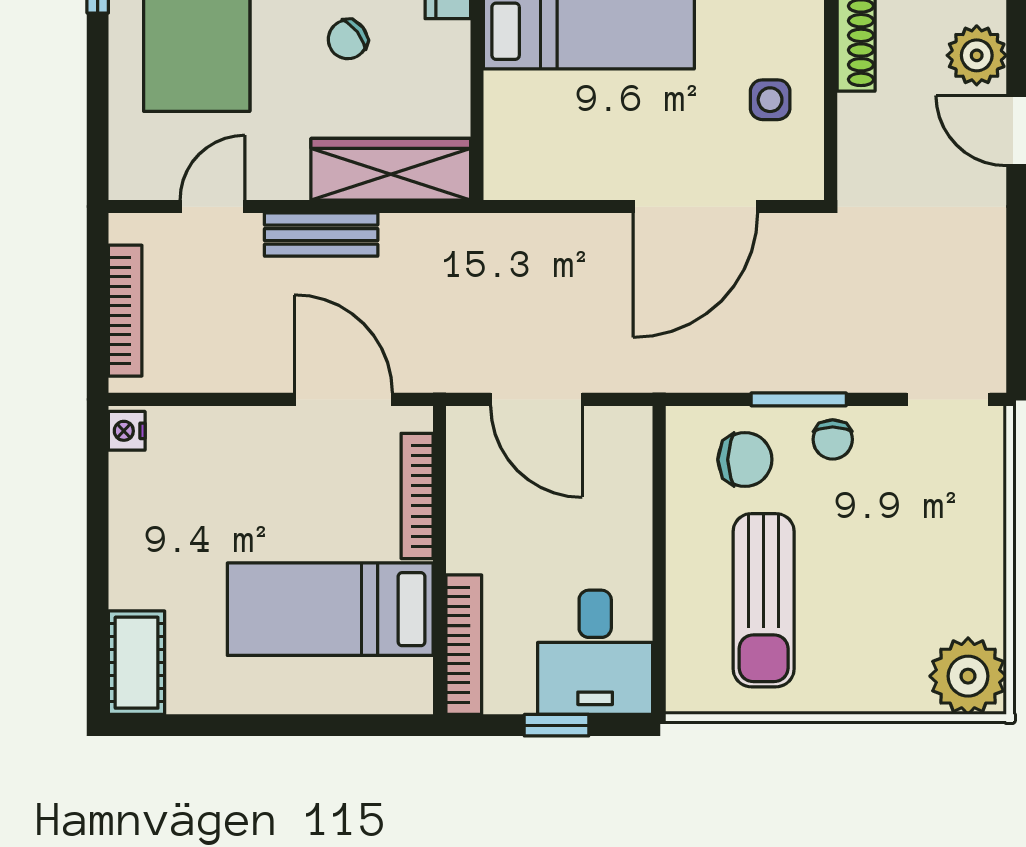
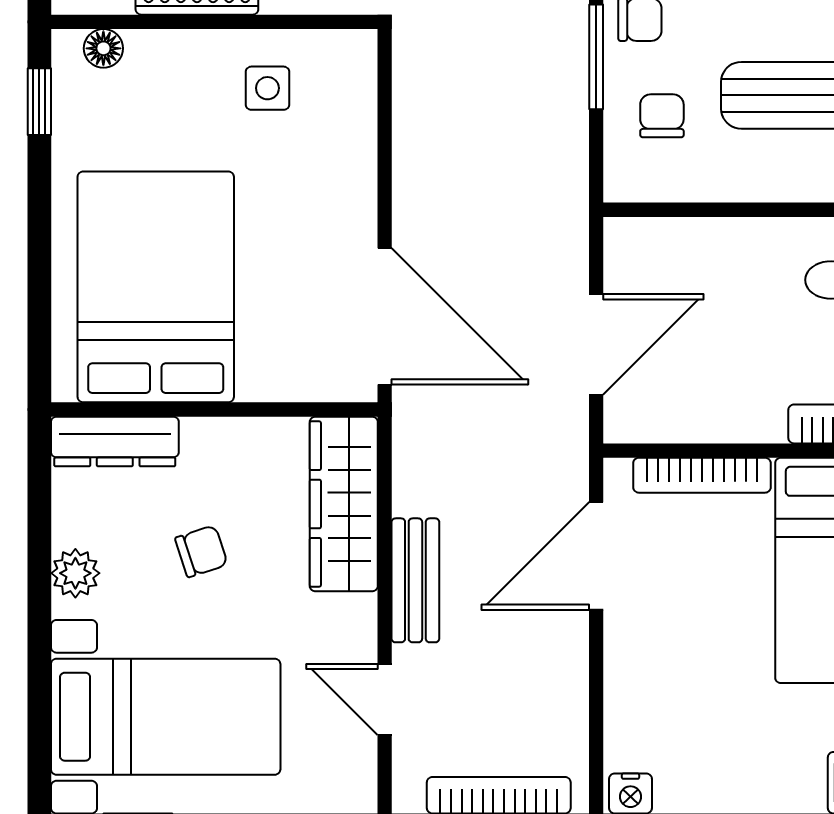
chair: (348, 39) -> (201, 551), turned -70
door: (695, 207) -> (385, 316), moved
chair: (745, 460) -> (662, 116), width x0.73, depth x0.73

